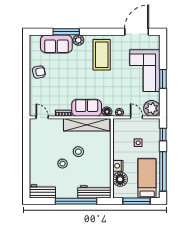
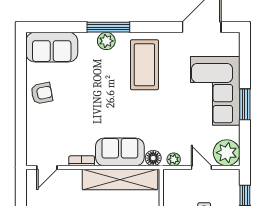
window: (66, 32) -> (108, 27), moved
sofa: (56, 44) -> (52, 47), moved
door: (42, 117) -> (47, 168), swing flipped

